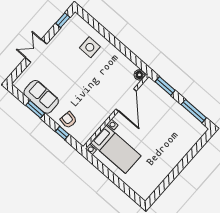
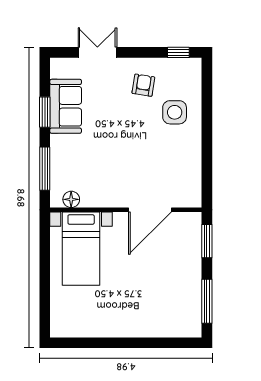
double door: (36, 51) -> (97, 52), moved
floor lamp: (139, 75) -> (71, 199), moved
armchair: (68, 120) -> (143, 85), moved
window: (62, 133) -> (45, 169), width x2.17

